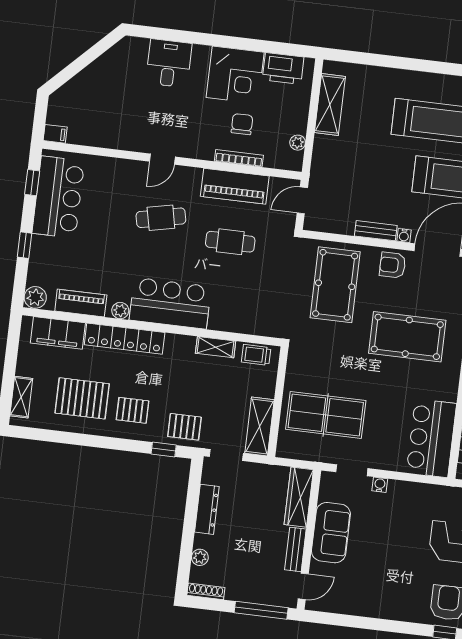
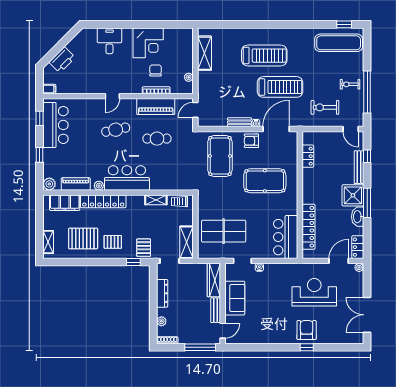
printer: (283, 68) -> (62, 60), moved, turned -45
pallet: (184, 427) -> (144, 248), turned 90

